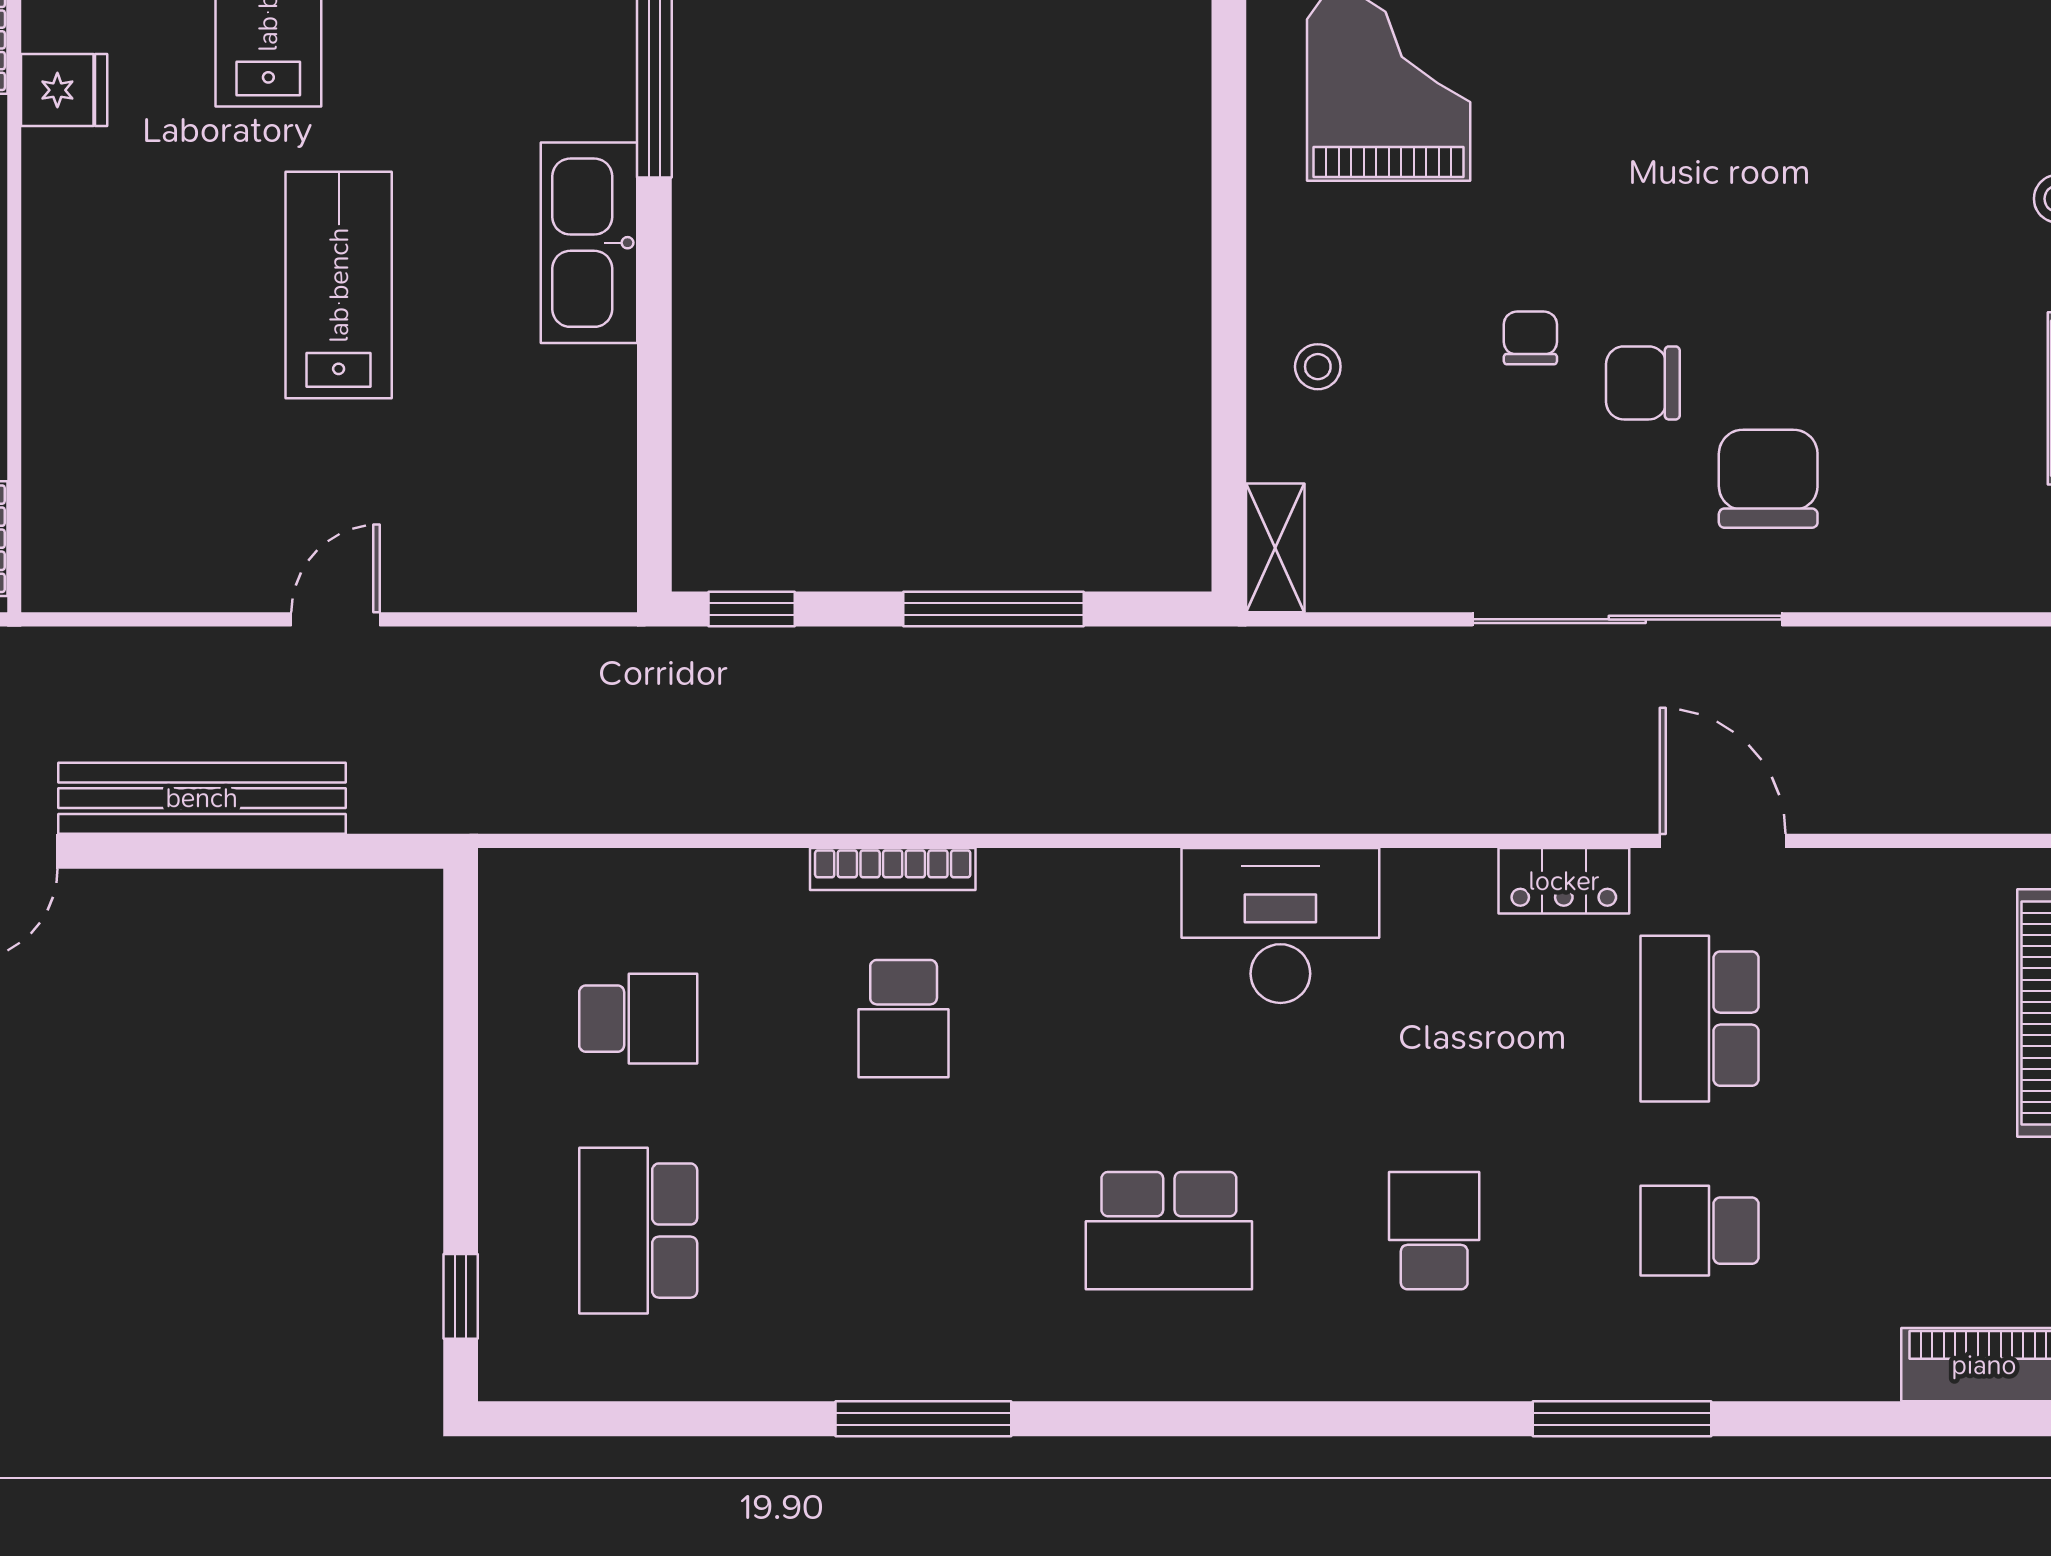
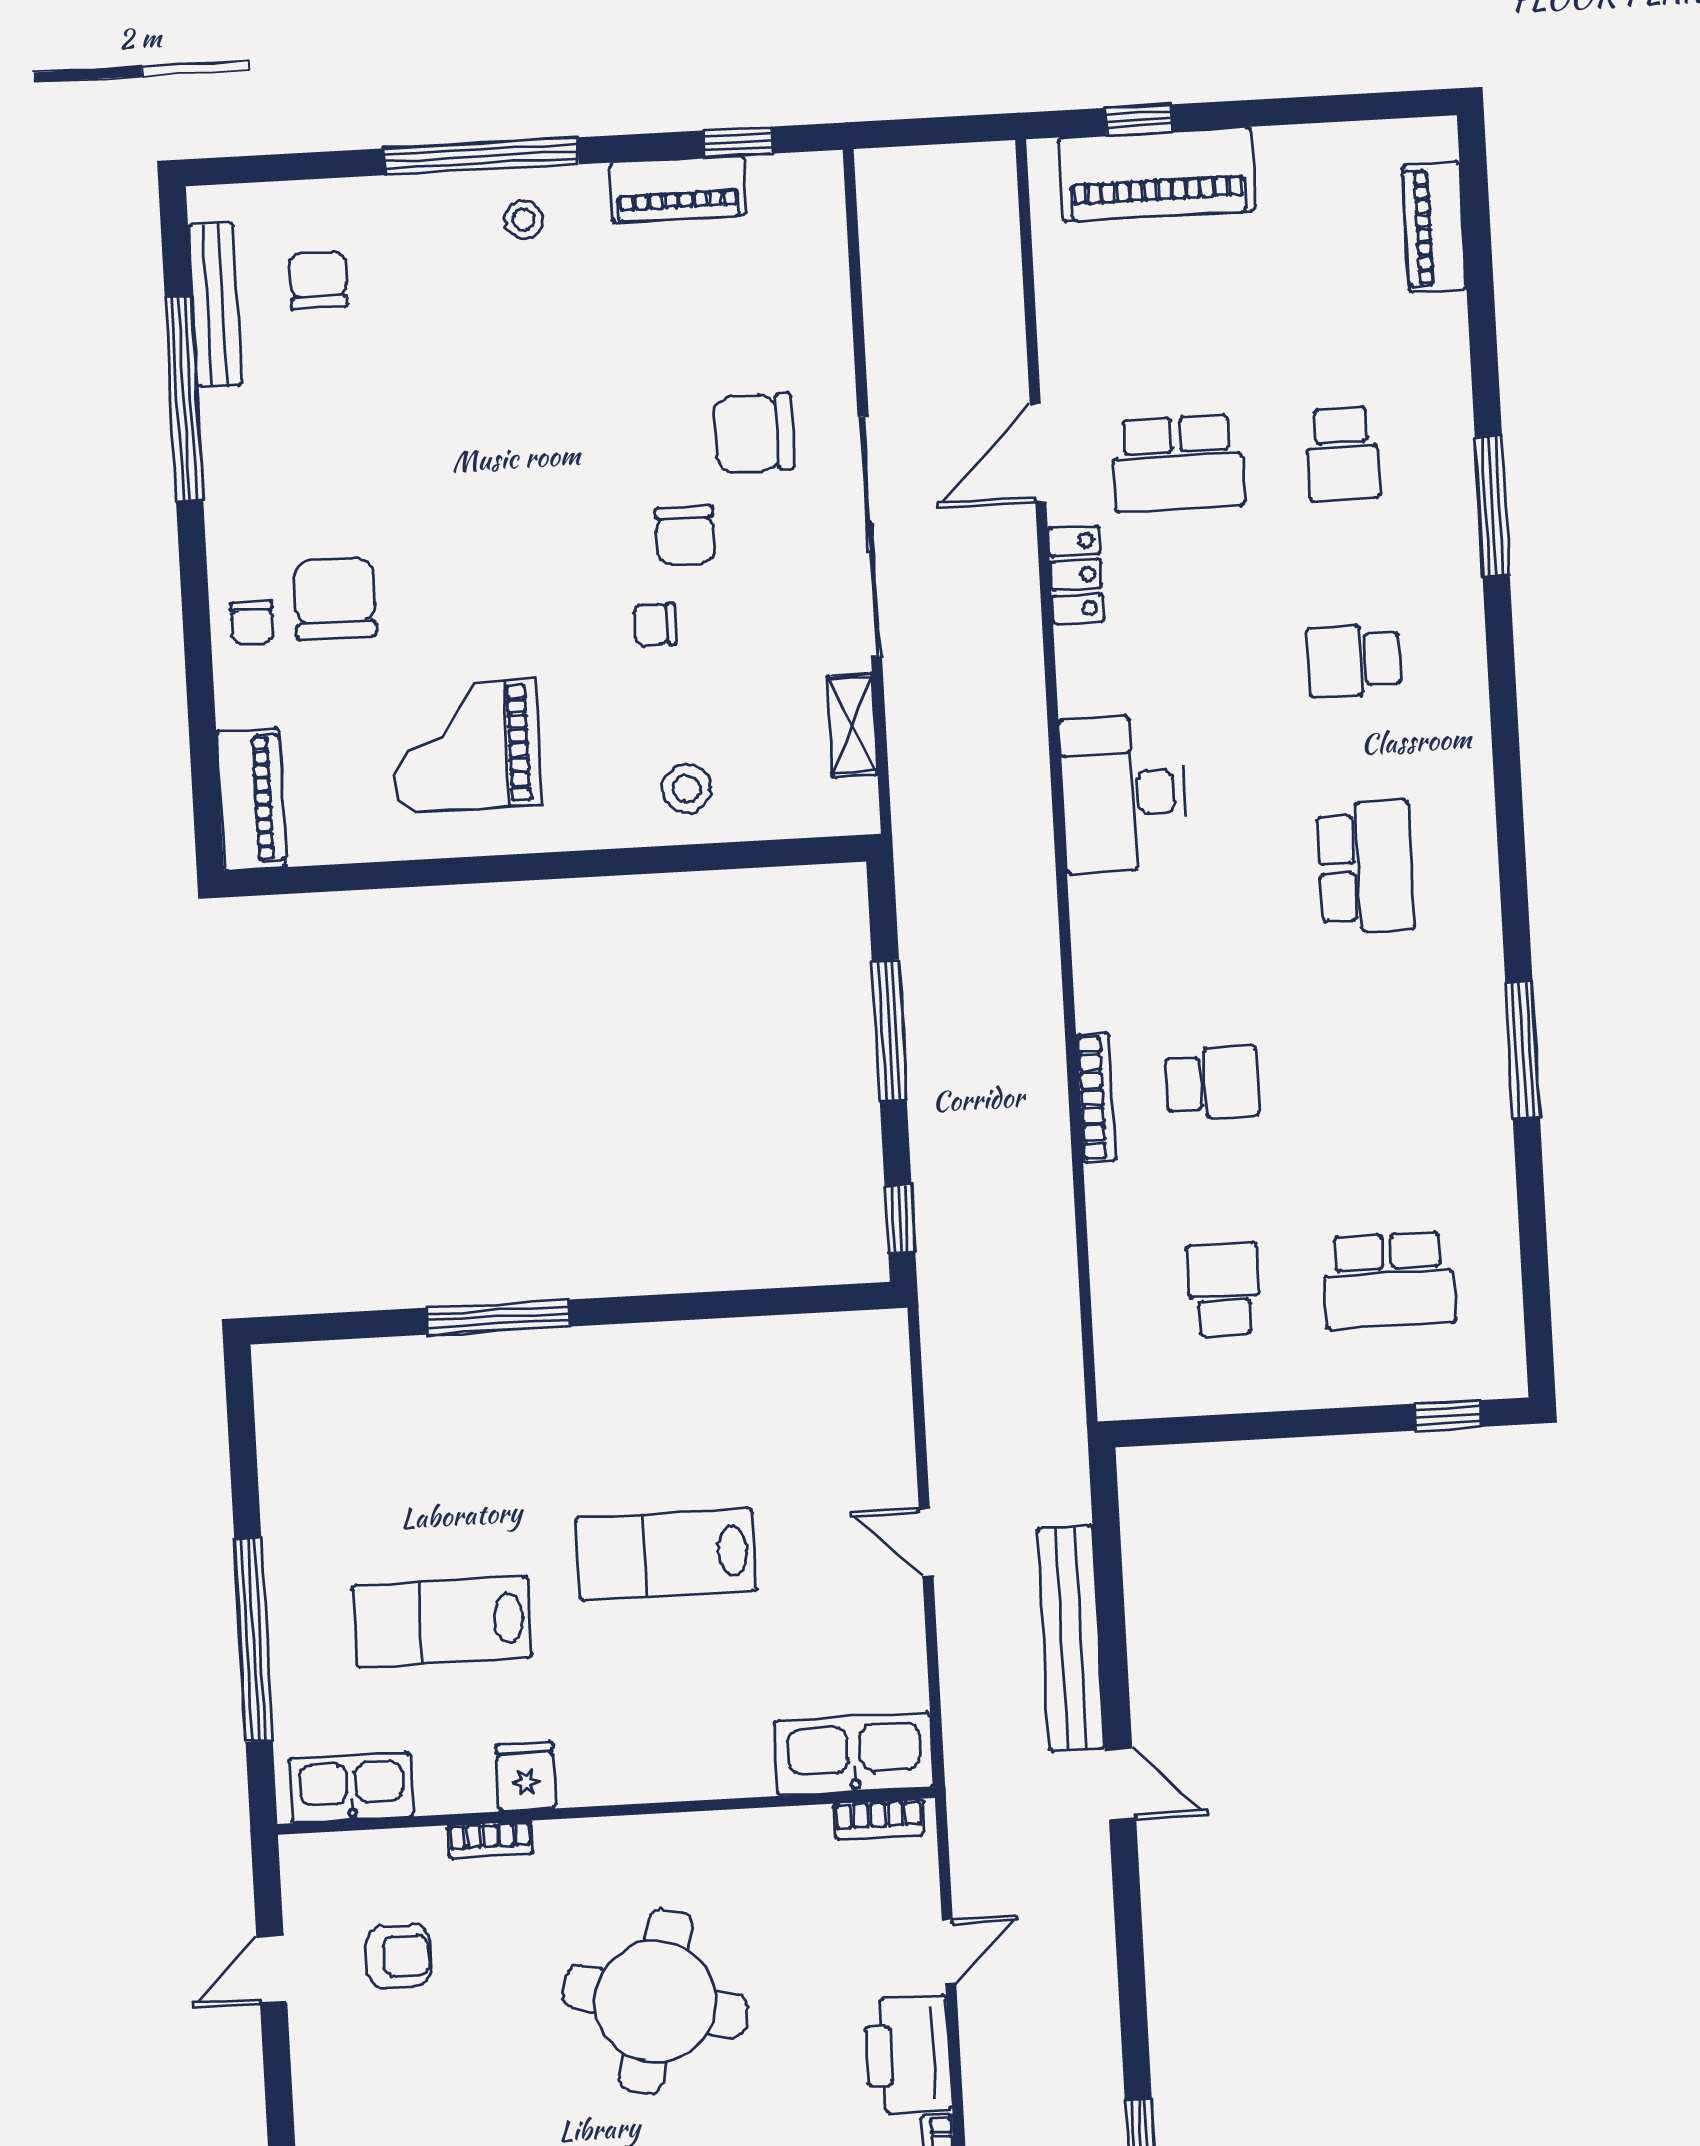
kitchen sink: (589, 243) -> (854, 1754), moved, turned 180
stool: (1318, 367) -> (687, 789), width x1.37, depth x1.37
shelving: (1275, 548) -> (852, 725), moved, turned 90

